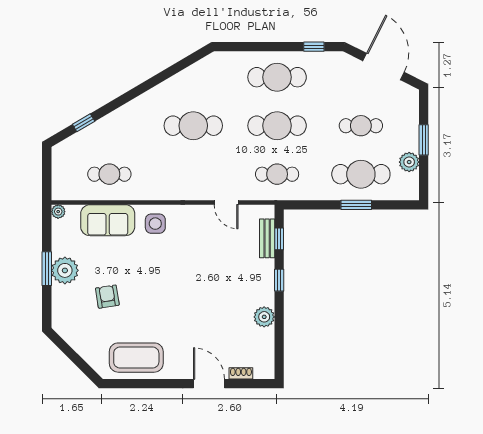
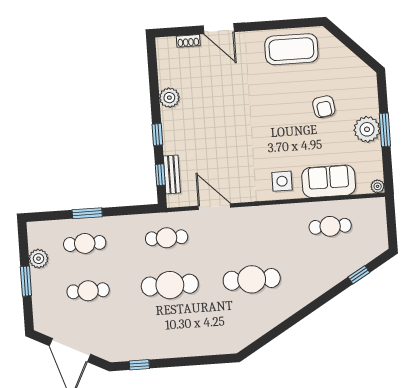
cafe table: (277, 77) -> (173, 332), removed
cafe table: (361, 174) -> (85, 243), width x0.73, depth x0.74
door: (226, 202) -> (214, 207), width x1.38

